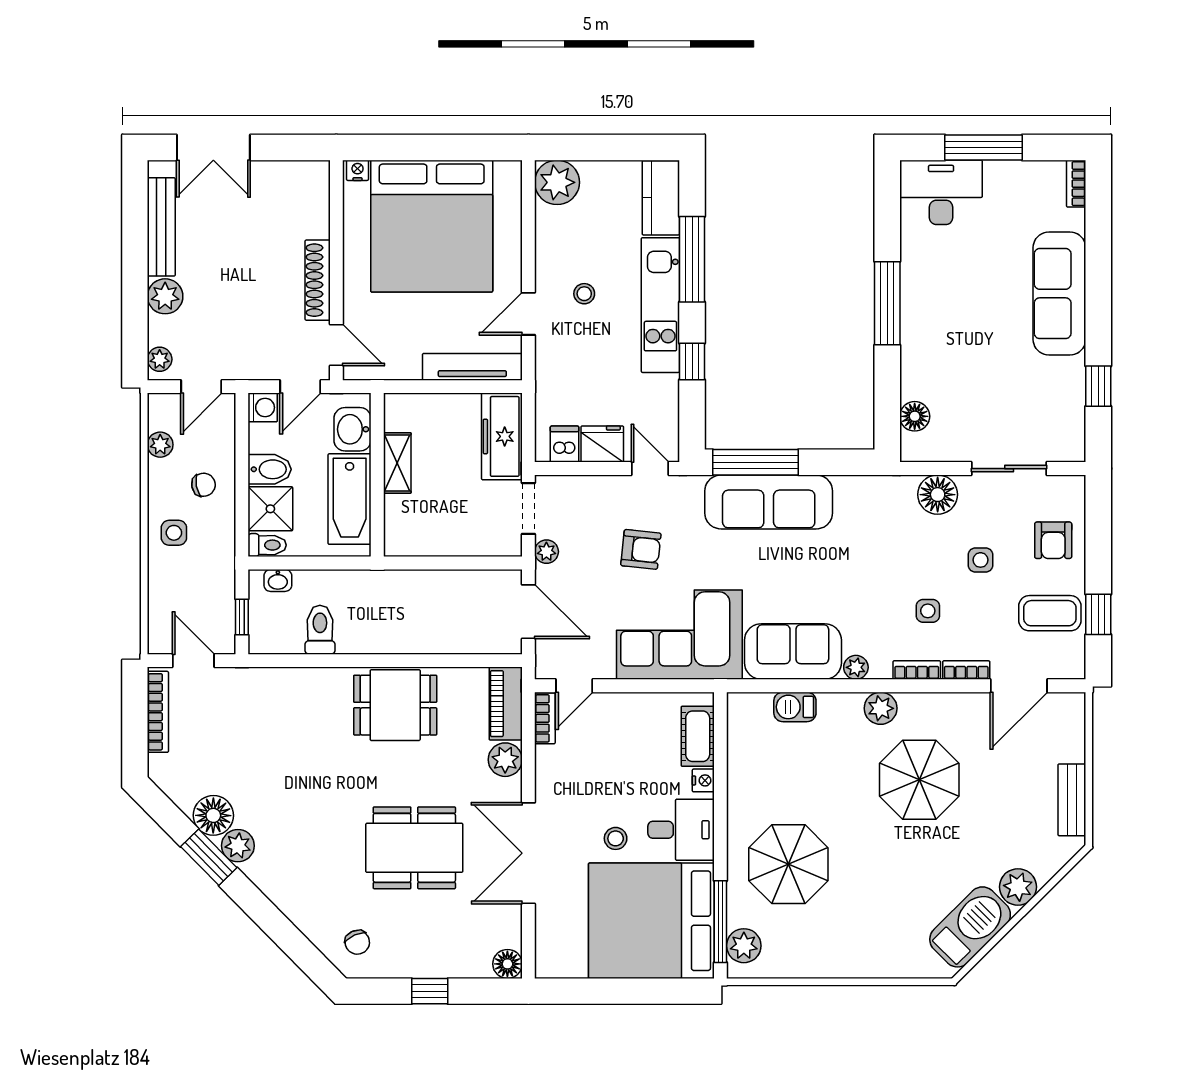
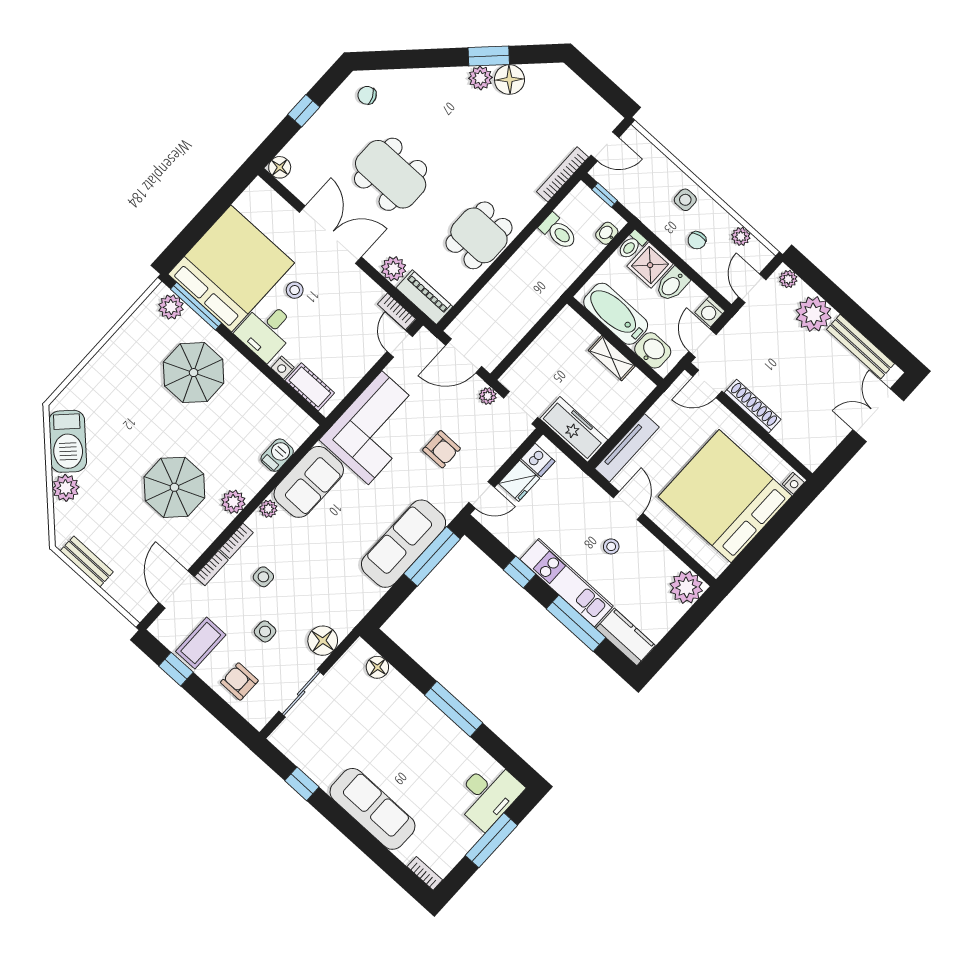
plant: (165, 296) -> (813, 314), width x1.36, depth x1.36
armchair: (641, 549) -> (442, 449), turned -96
bookcase: (158, 712) -> (563, 174), moved, turned 90
dining table: (414, 848) -> (391, 174), turned 90

